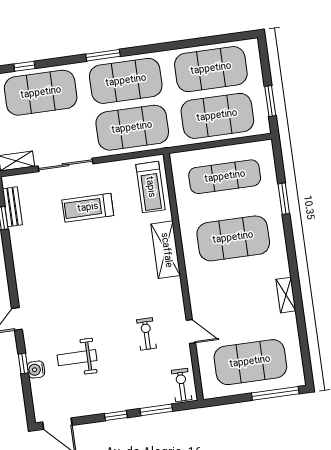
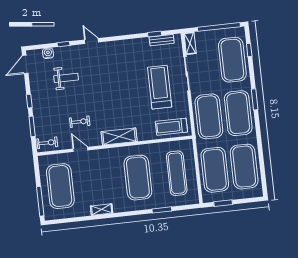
treadmill: (88, 208) -> (160, 87), width x1.37, depth x1.38
shelving: (166, 250) -> (119, 137), moved
door: (191, 332) -> (80, 149), swing flipped
weight bench: (77, 358) -> (66, 78), turned 90
water cooler: (36, 370) -> (48, 53), moved

